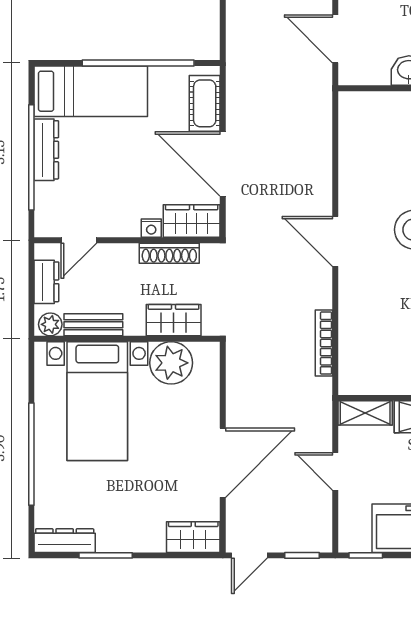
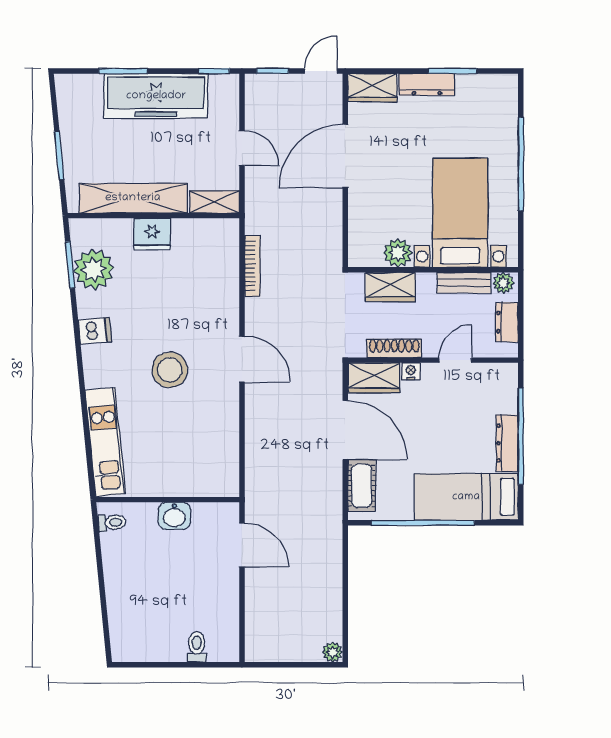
door: (79, 240) -> (455, 360), moved
plant: (171, 363) -> (398, 253), width x0.73, depth x0.73
dresser: (65, 541) -> (427, 85), moved

